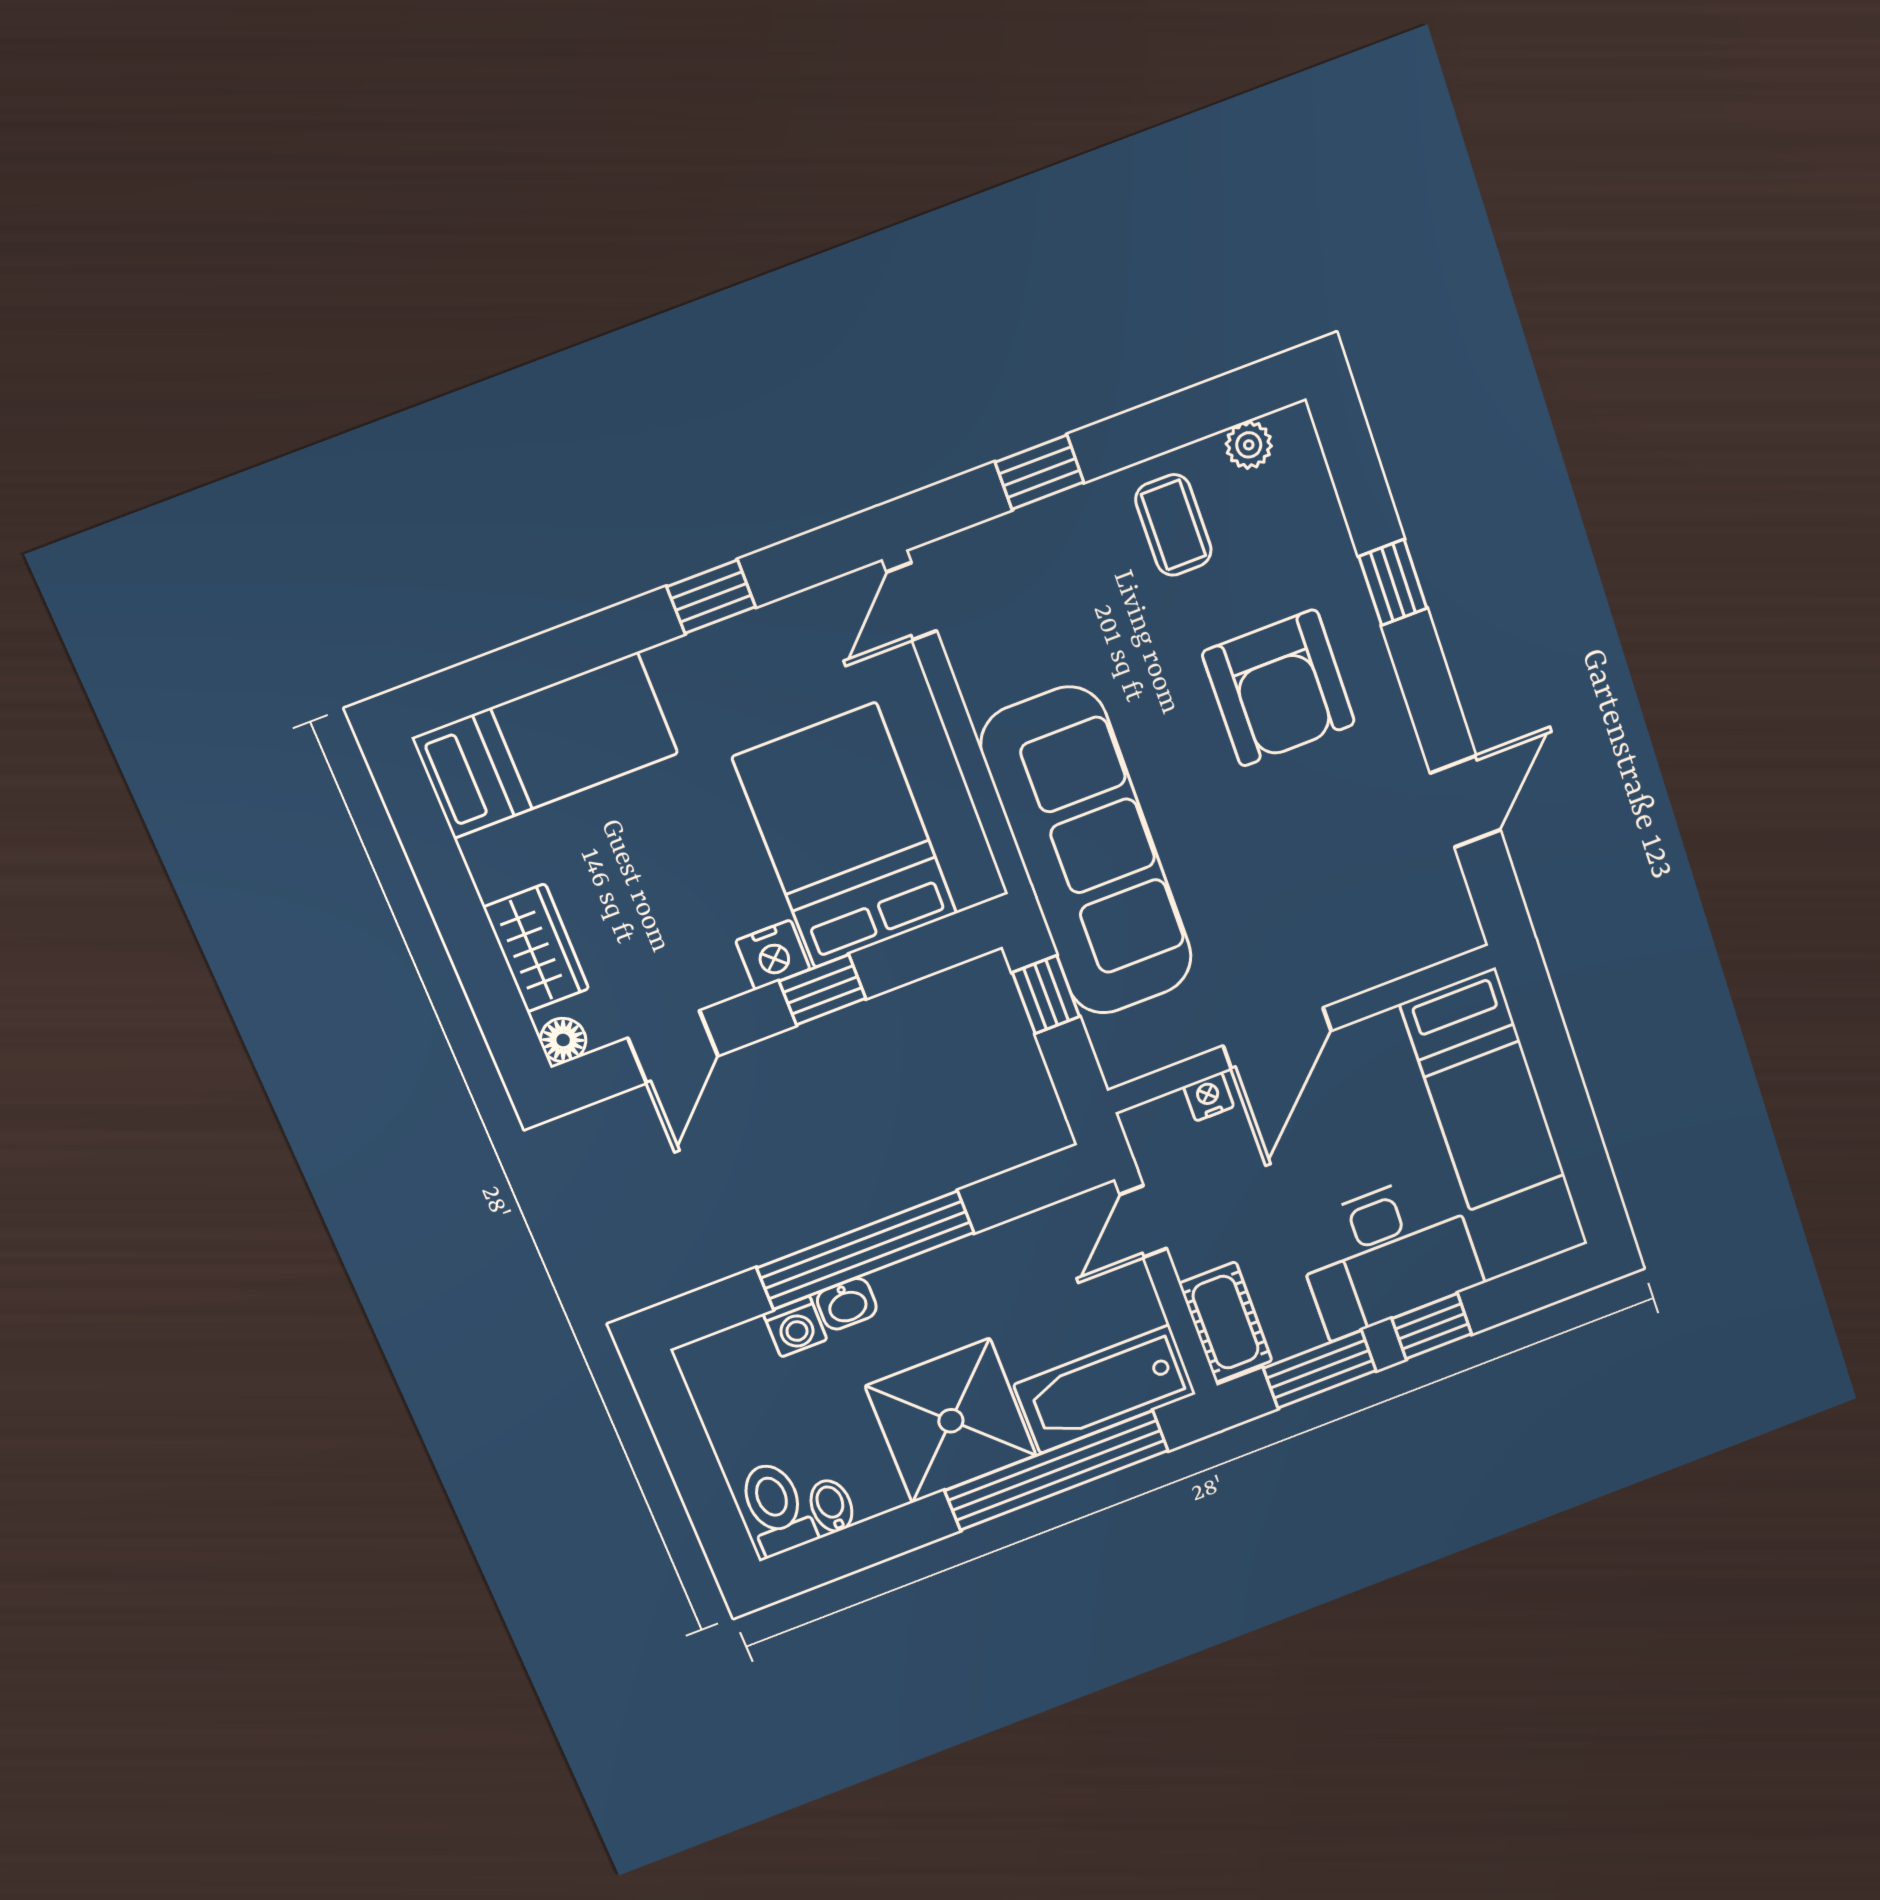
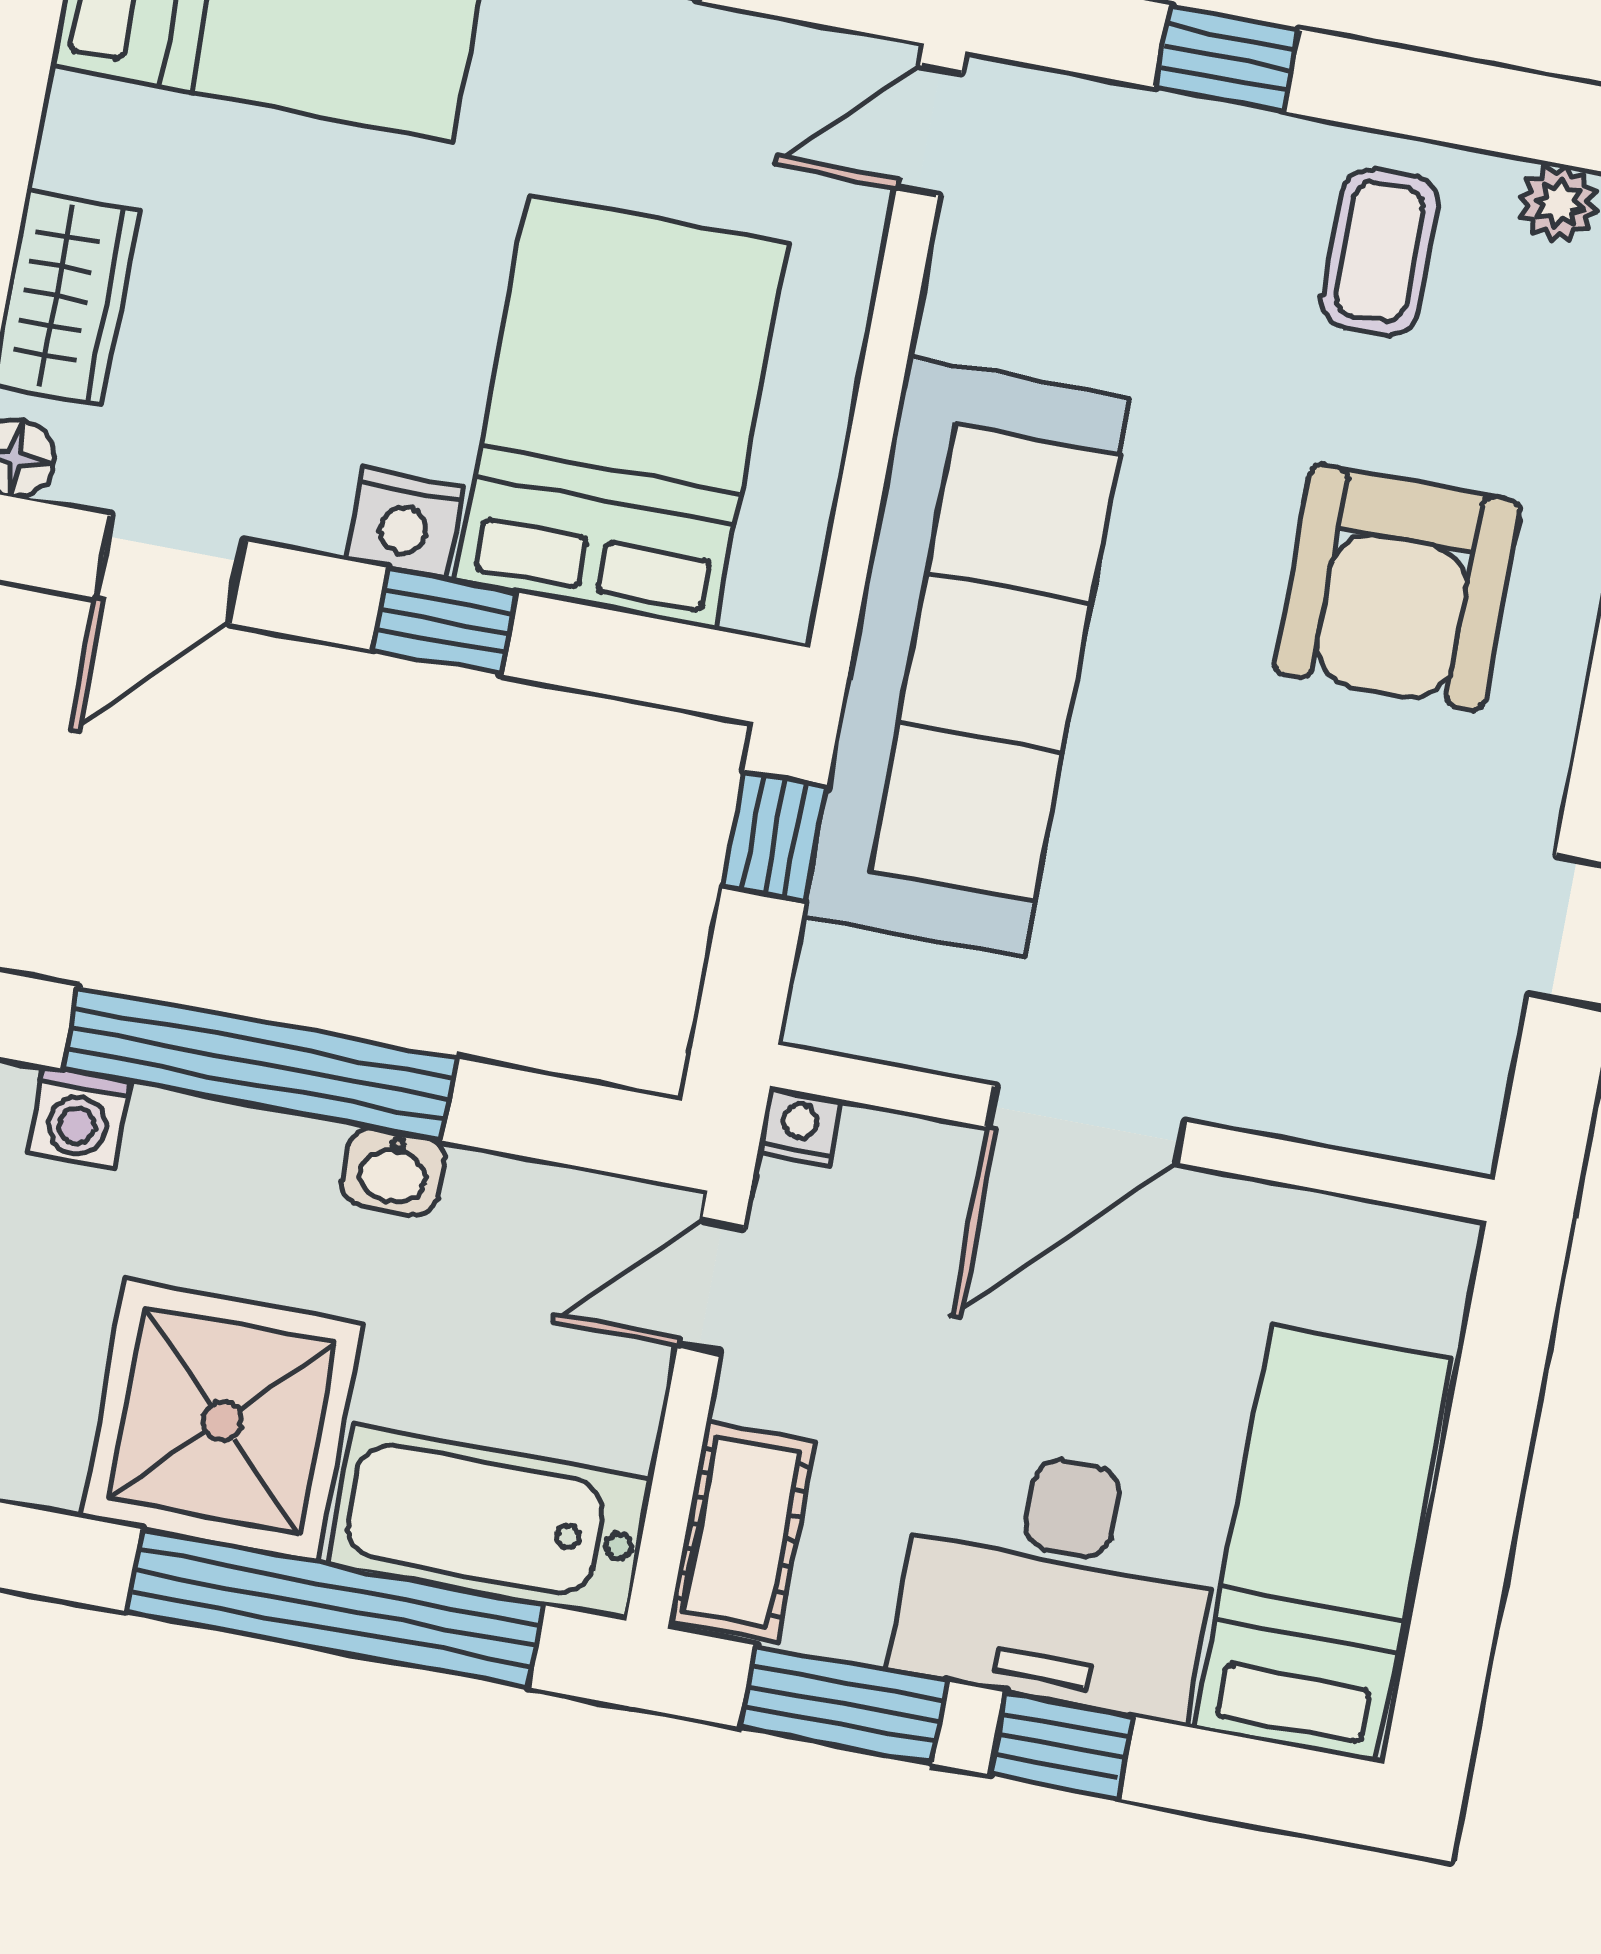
bed: (1483, 1090) -> (1323, 1543), moved, turned 180
nightstand: (1209, 1097) -> (799, 1127), moved
washbasin: (847, 1304) -> (393, 1171), moved

